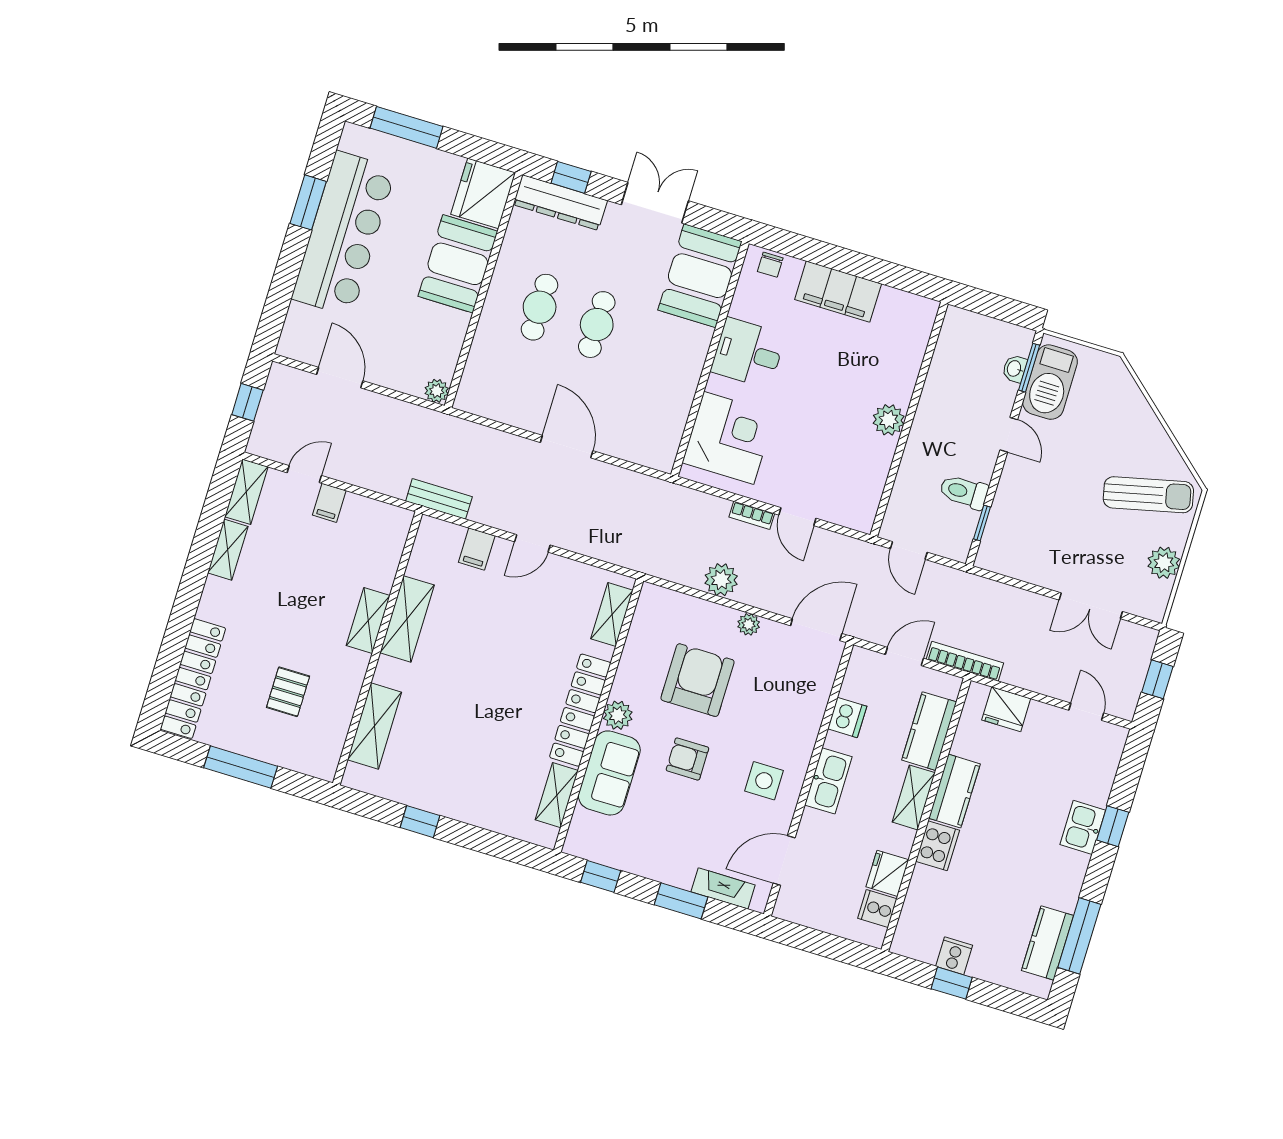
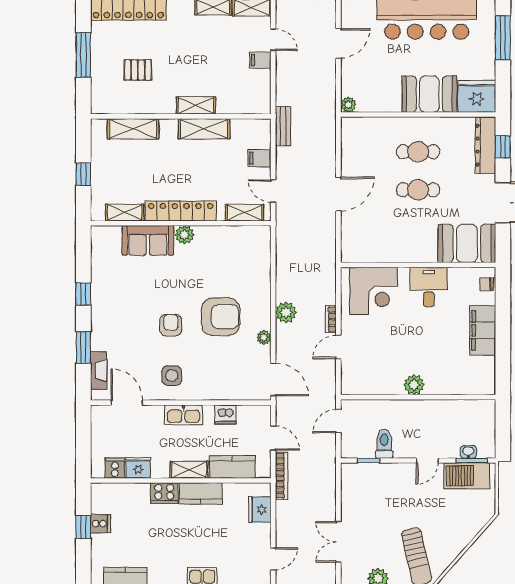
shelving: (612, 614) -> (245, 213), moved
locker: (580, 710) -> (181, 211), moved
plant: (618, 715) -> (184, 235), moved
wall: (599, 716) -> (181, 223), moved
sofa: (609, 773) -> (148, 240), moved
shelving: (557, 795) -> (125, 212), moved

